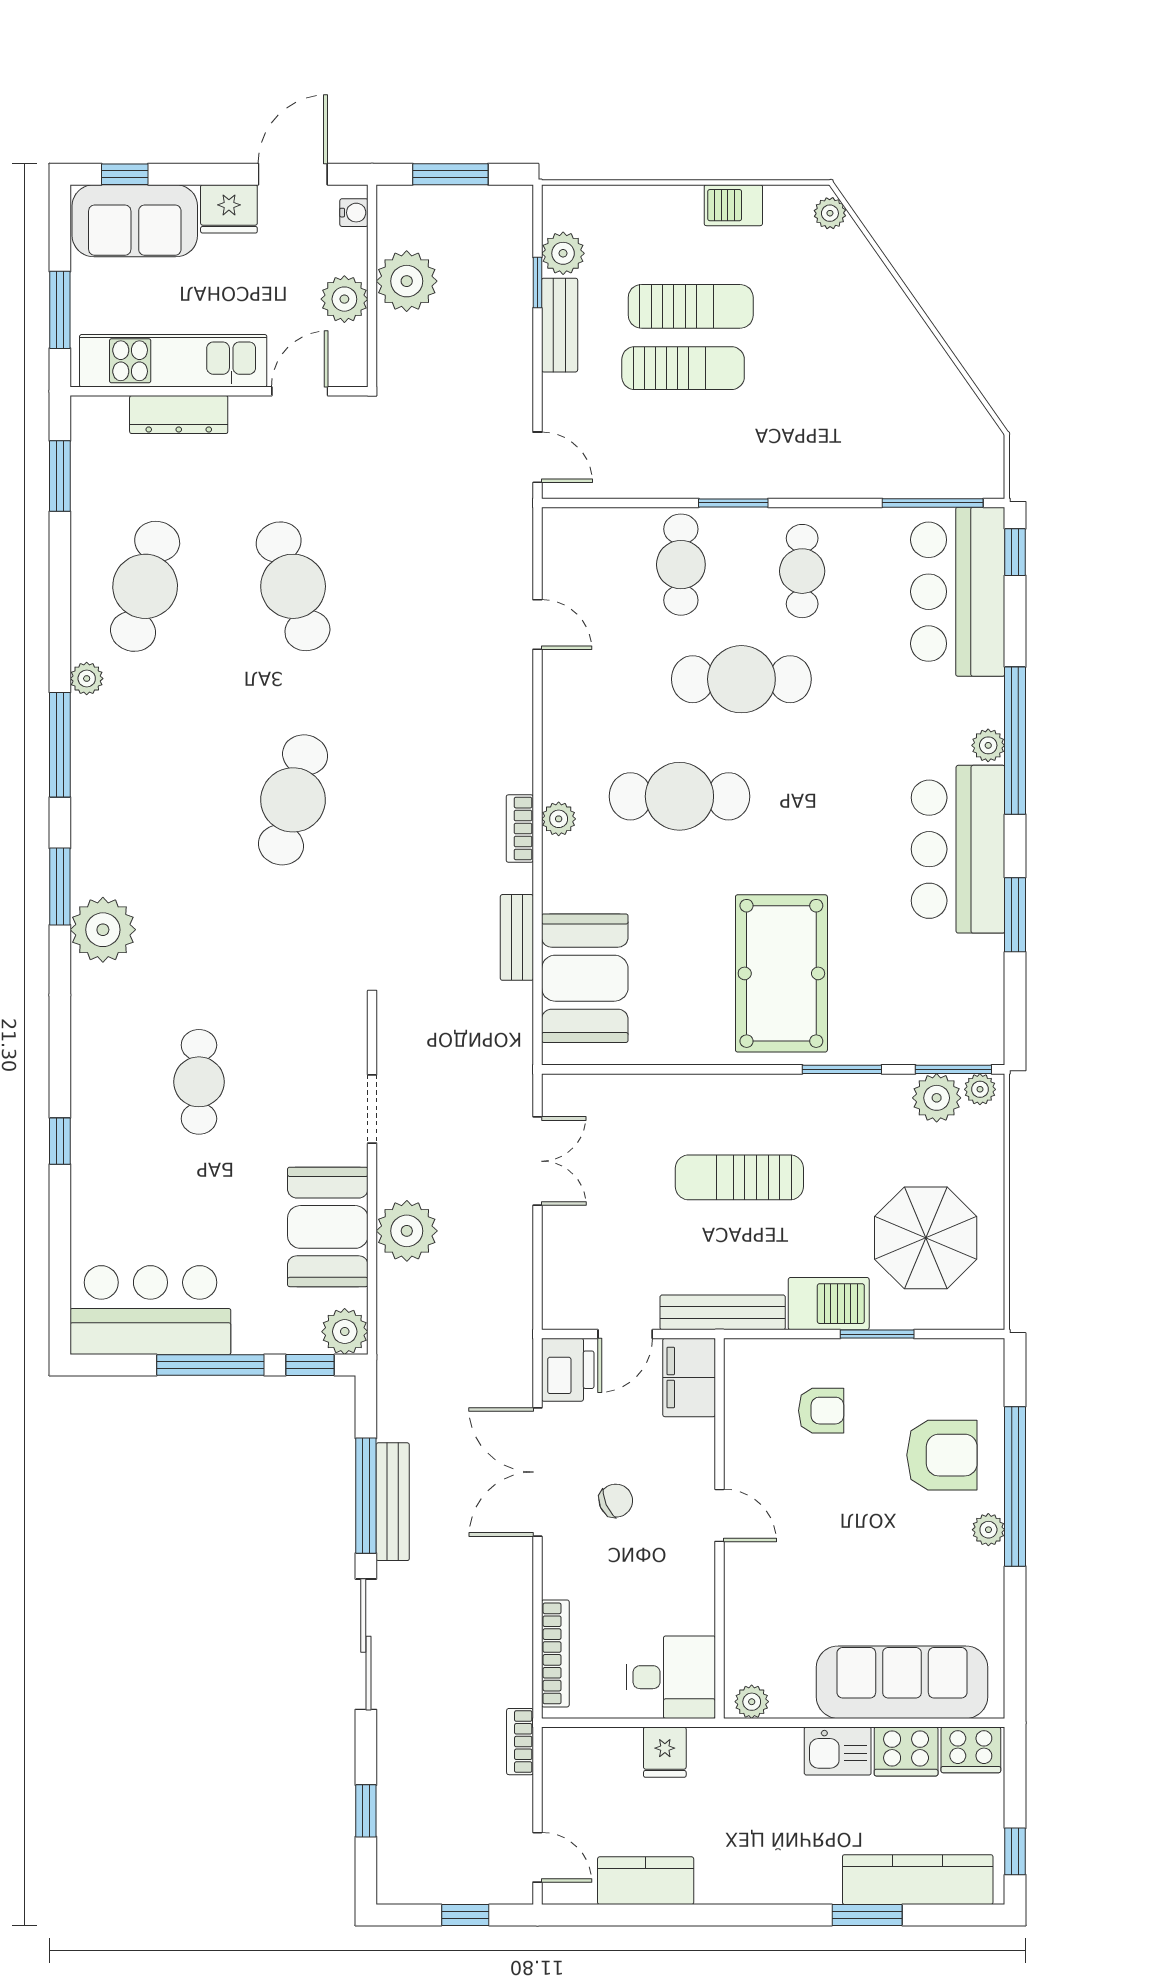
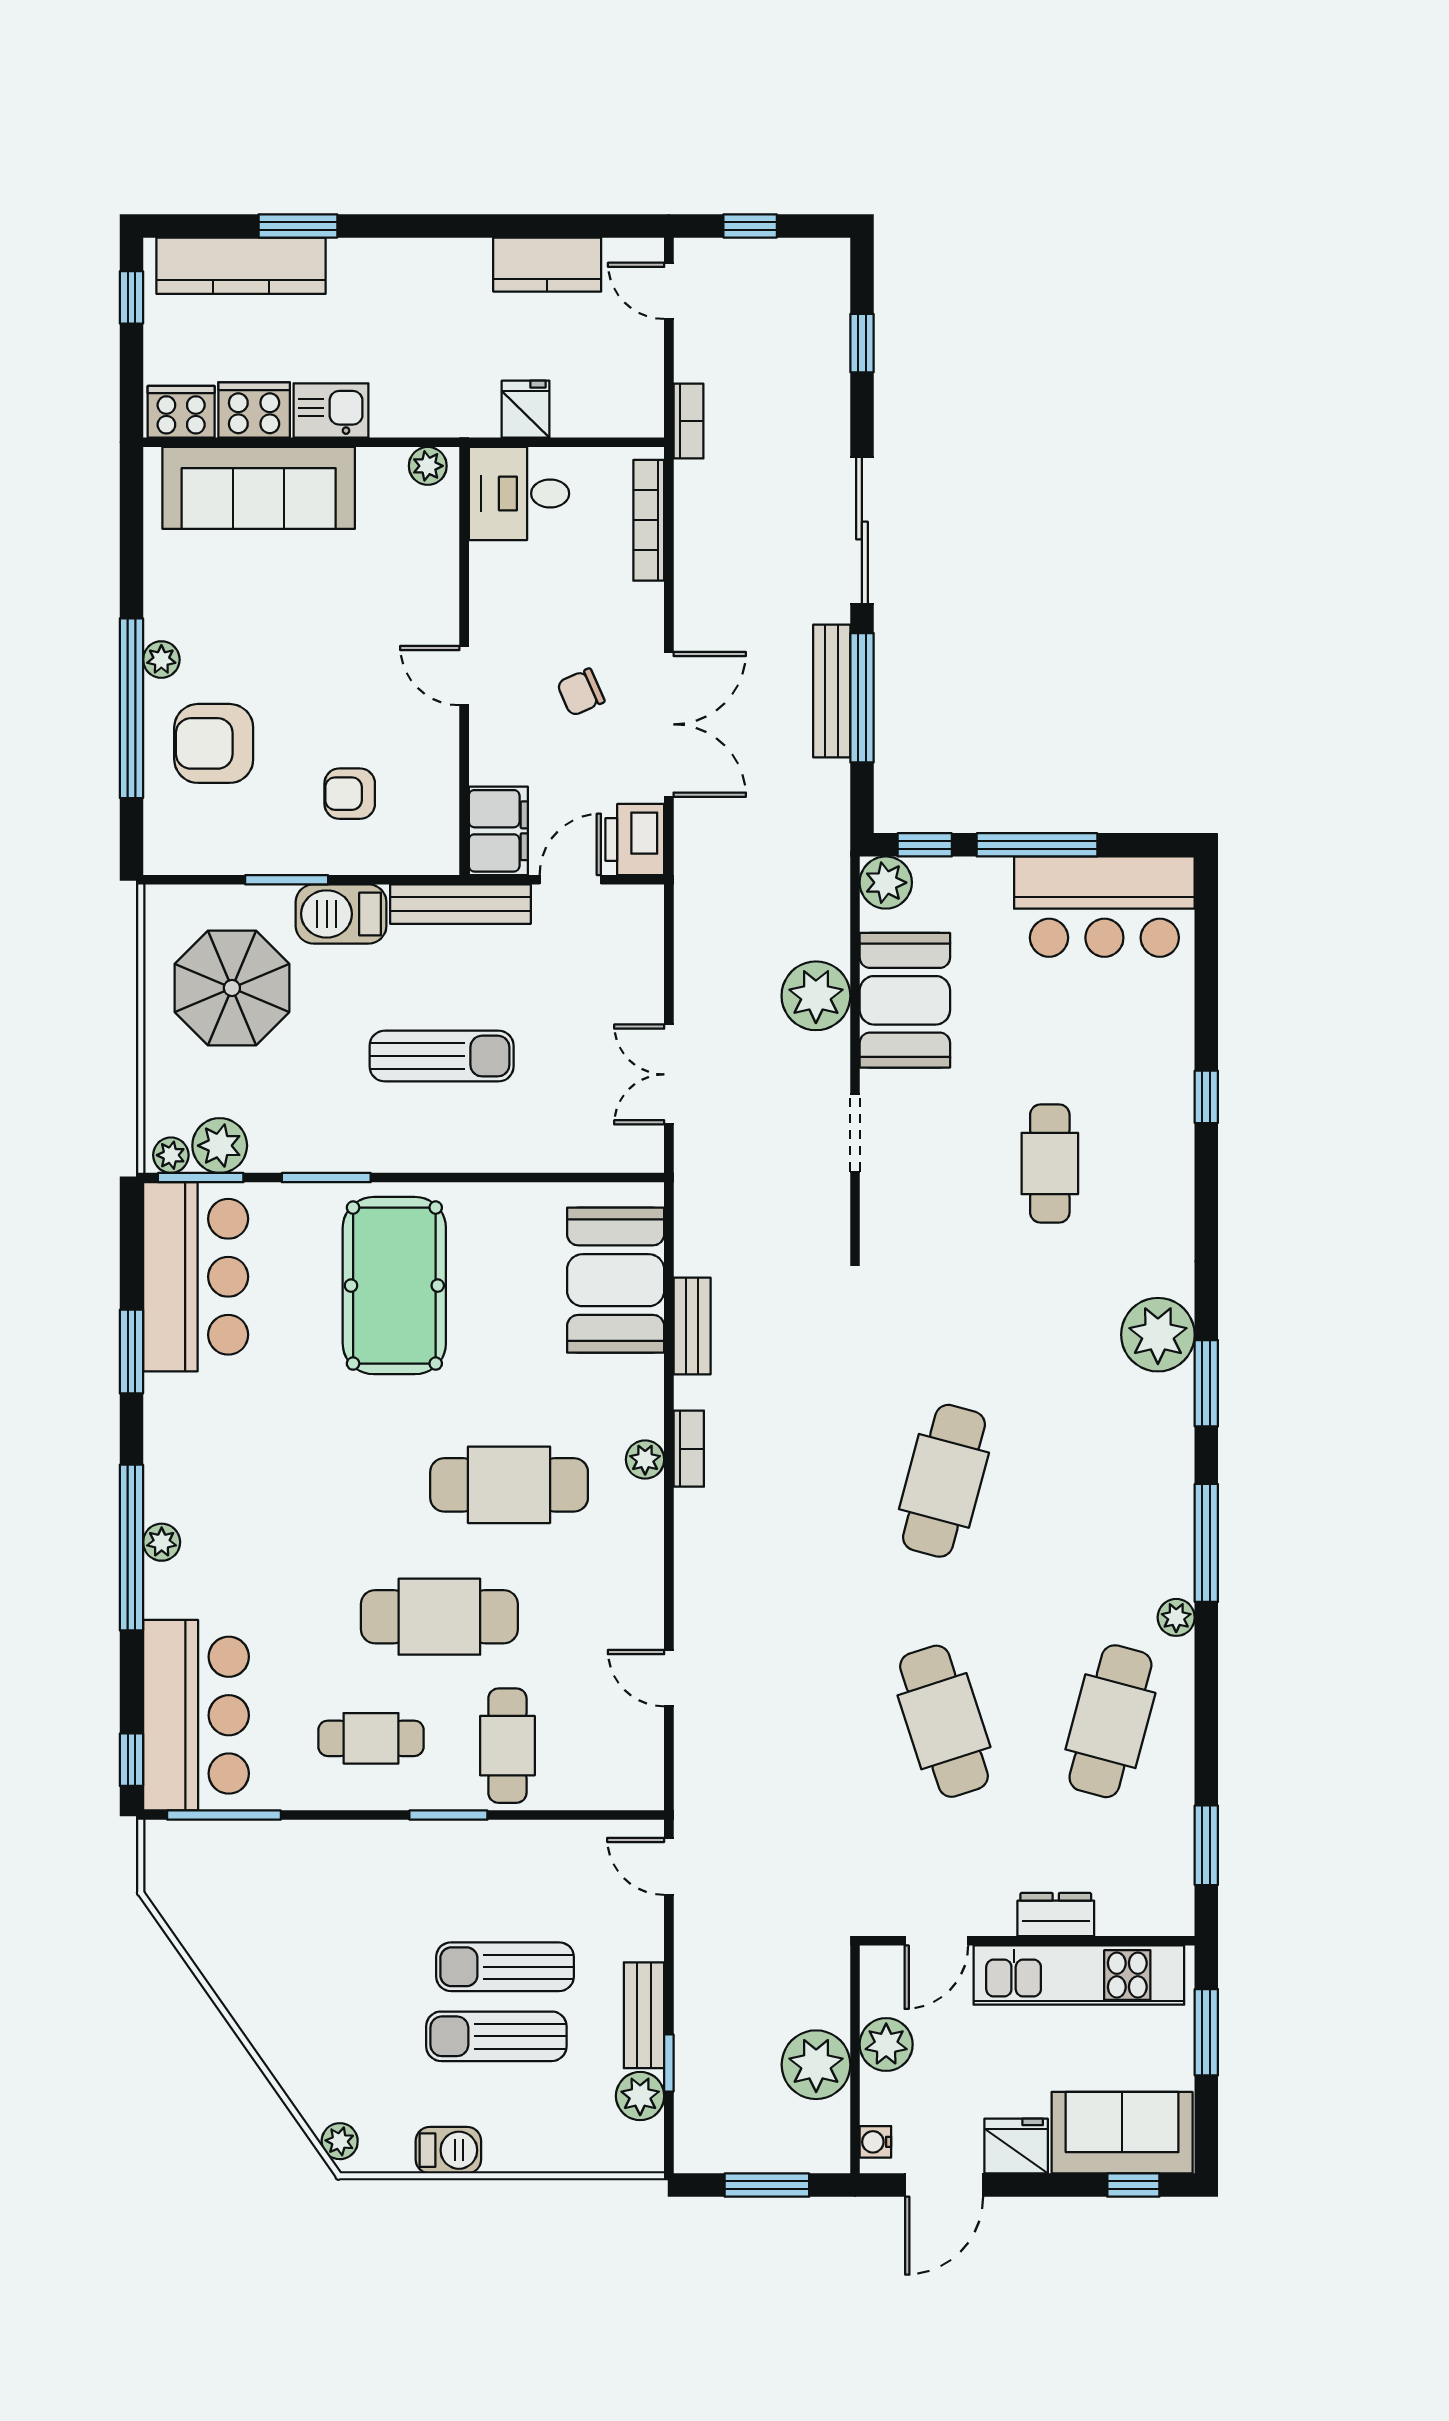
dresser: (179, 415) -> (1056, 1914), width x0.70
cafe table: (802, 571) -> (371, 1738), turned 90
bar counter: (958, 849) -> (196, 1277), moved

